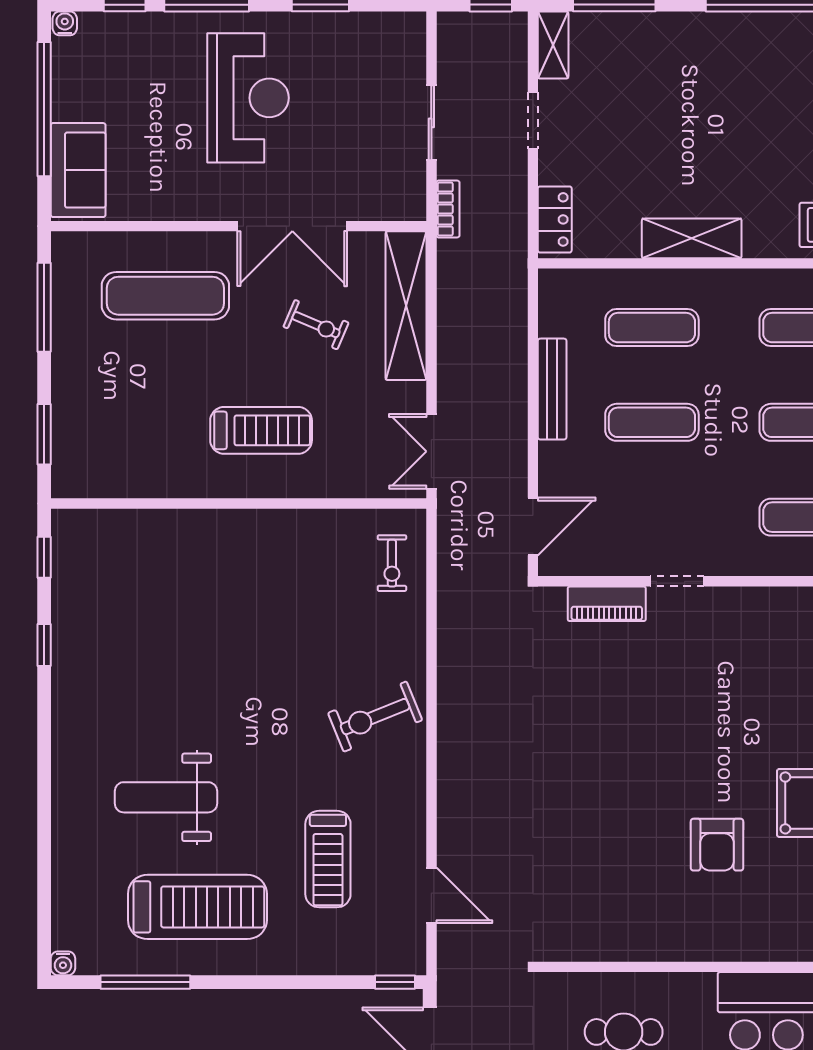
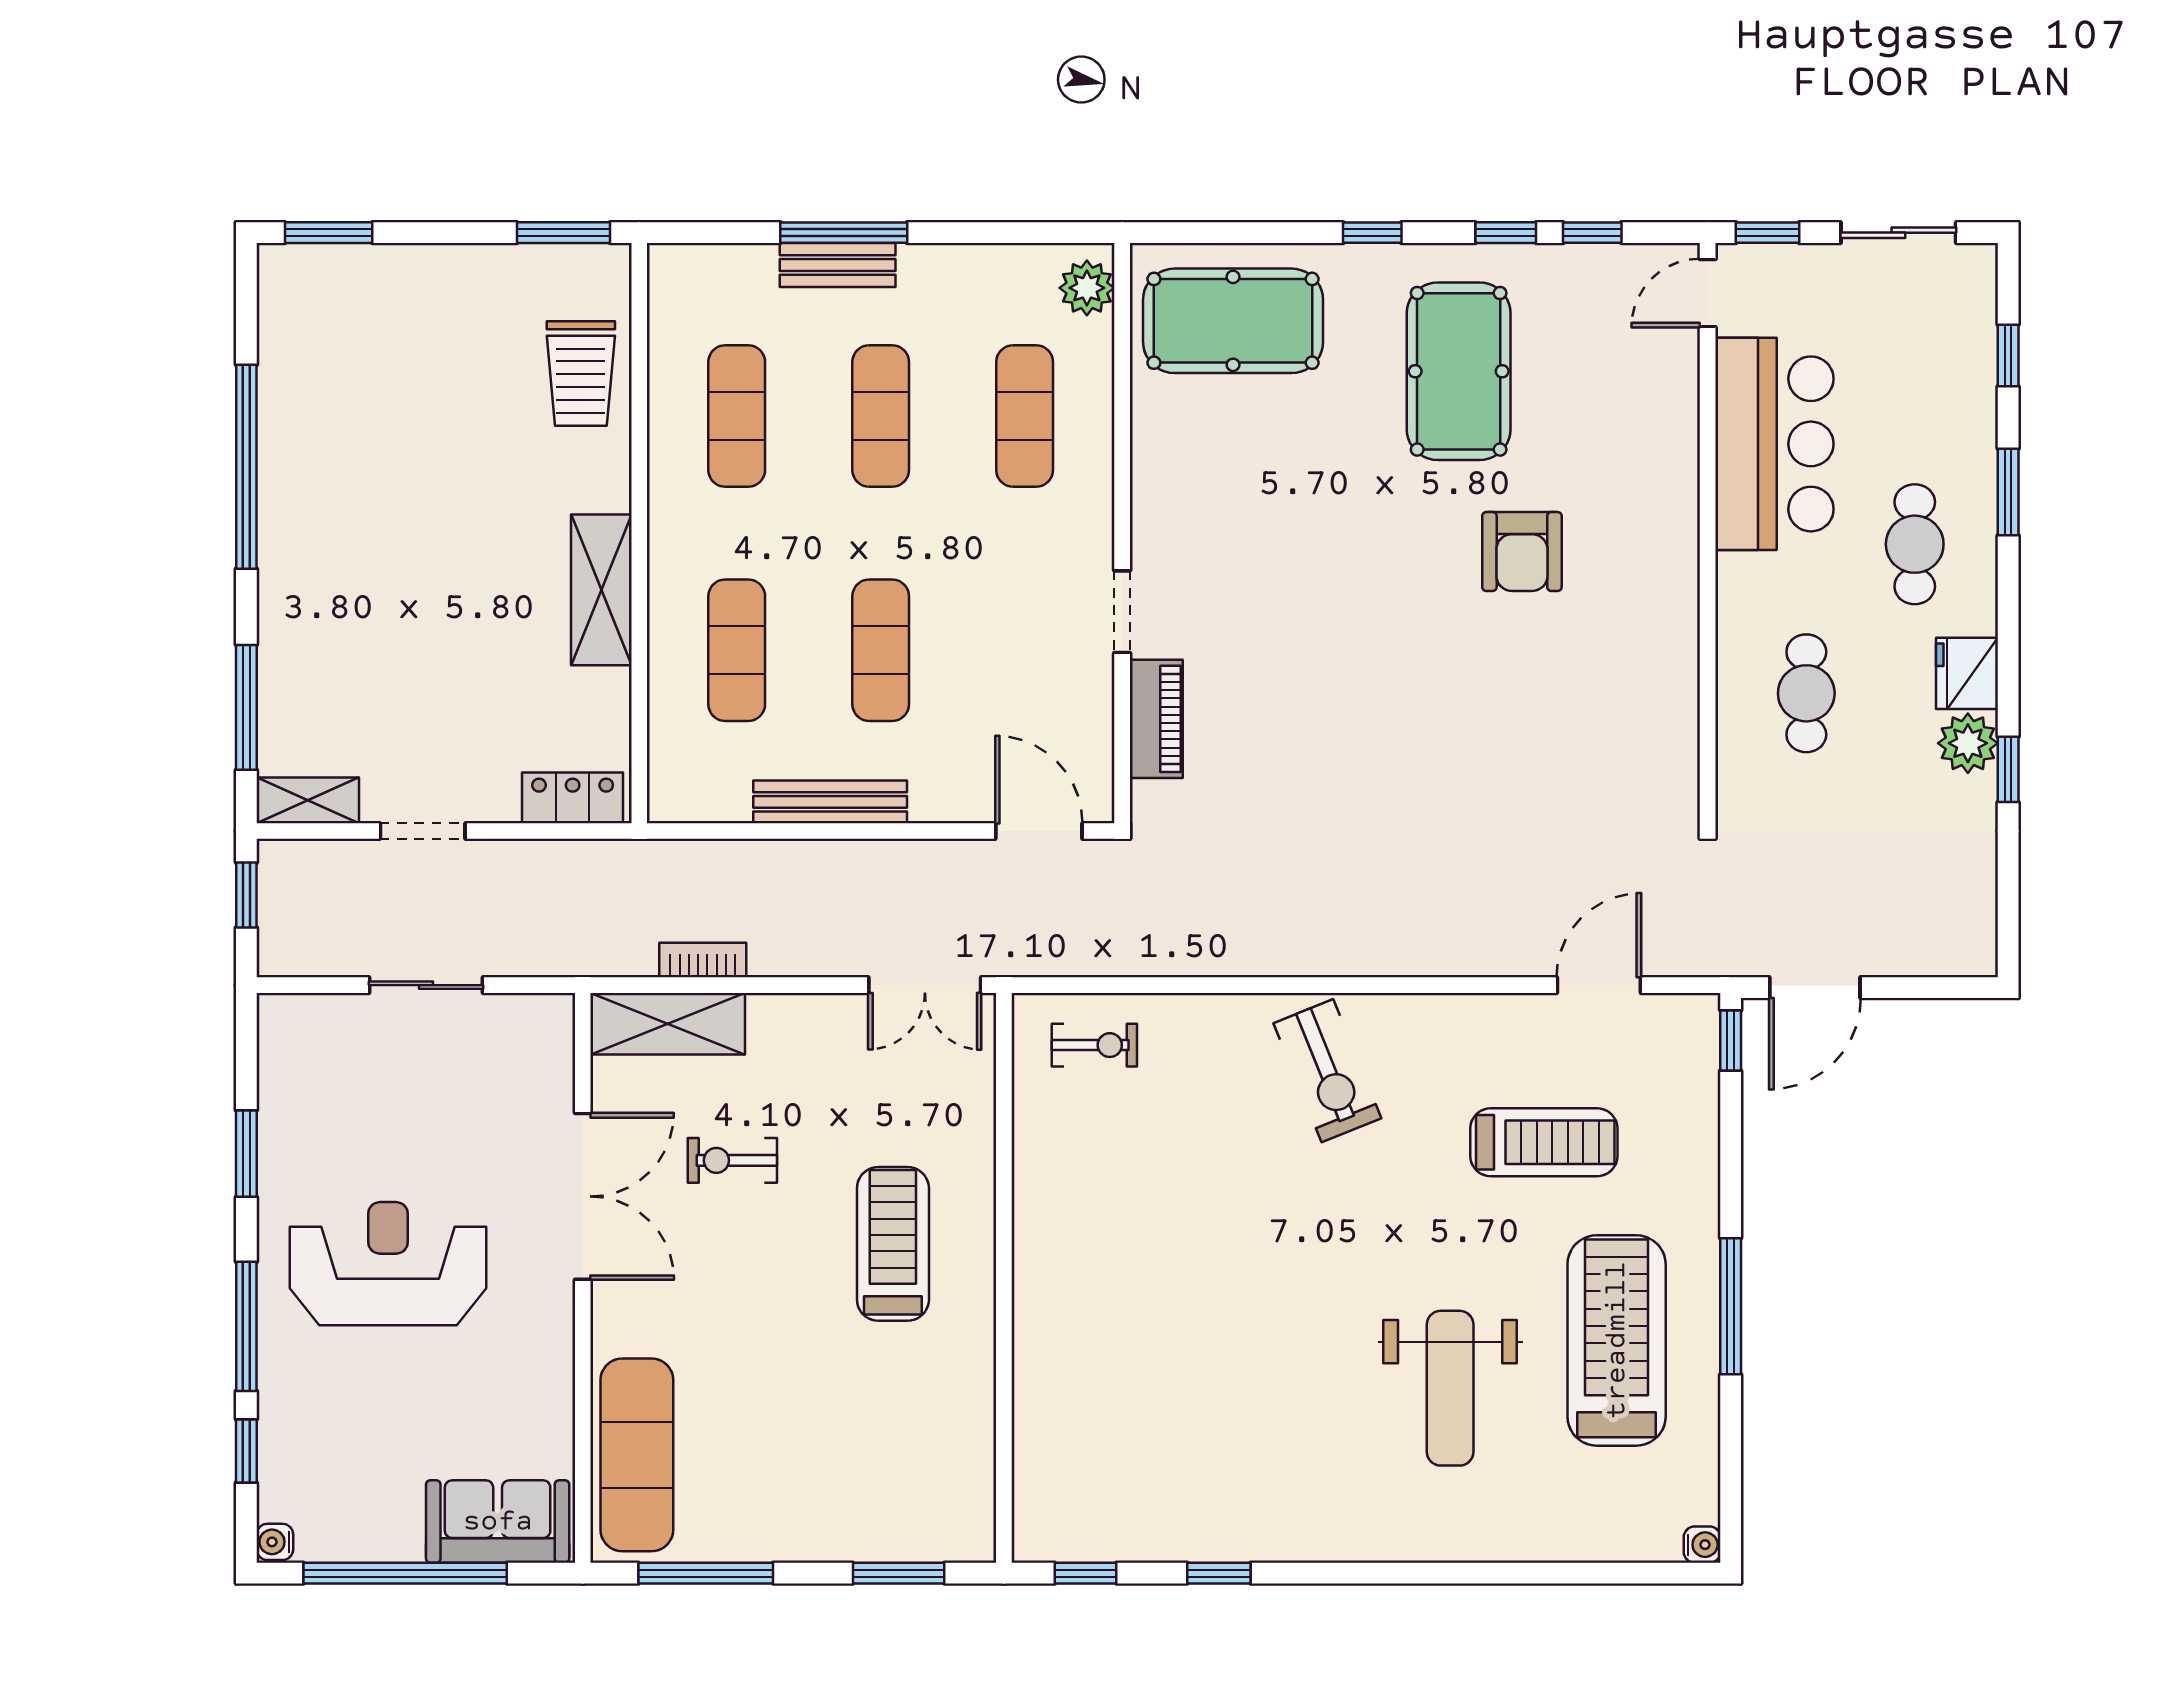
bookcase: (448, 209) -> (703, 960), moved
exercise mat: (165, 296) -> (637, 1455), moved
shelving: (406, 306) -> (668, 1024), width x0.68
exercise bike: (316, 325) -> (732, 1160), turned -113
armchair: (717, 845) -> (1522, 551), turned 90
window: (145, 982) -> (1731, 1306), moved

